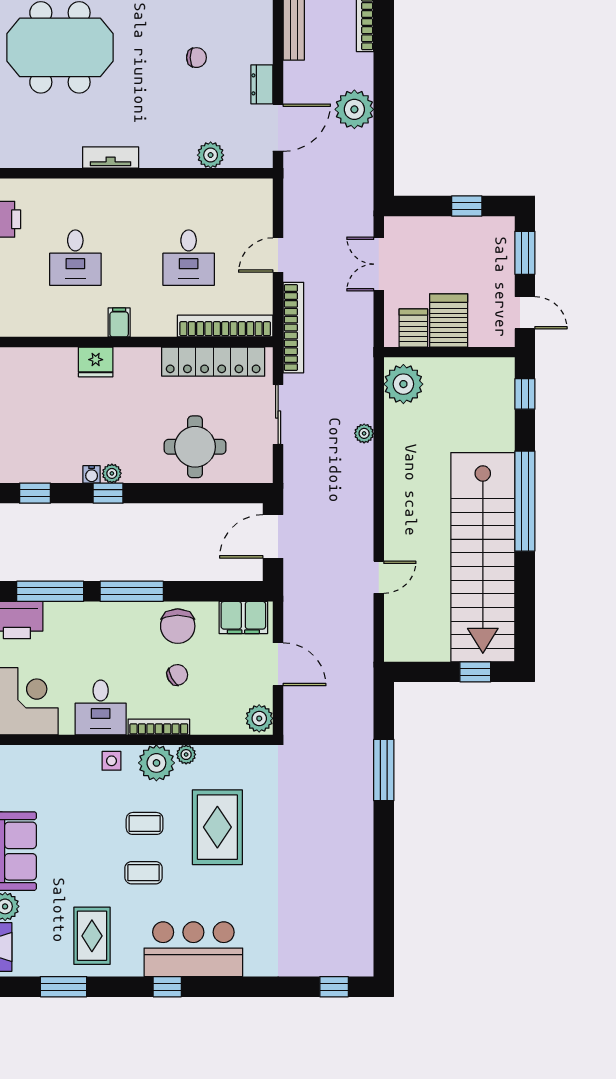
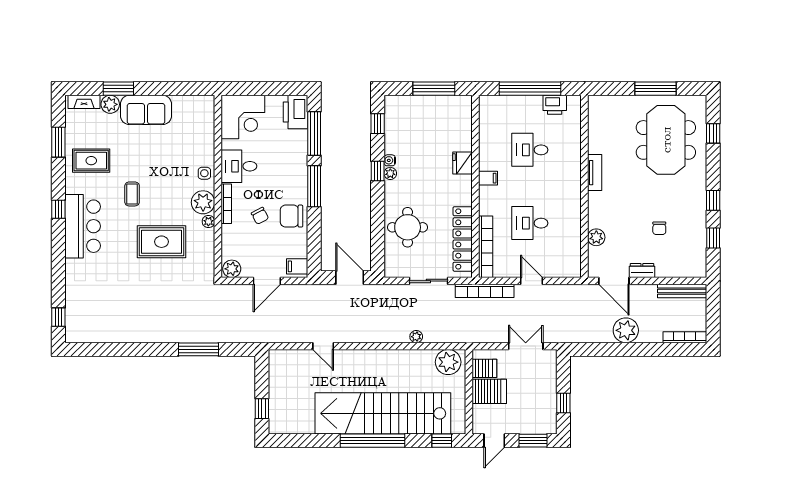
stairs: (483, 557) -> (383, 413), moved
filing cabinet: (243, 617) -> (297, 266), width x0.50
coffee table: (145, 823) -> (164, 195), removed

